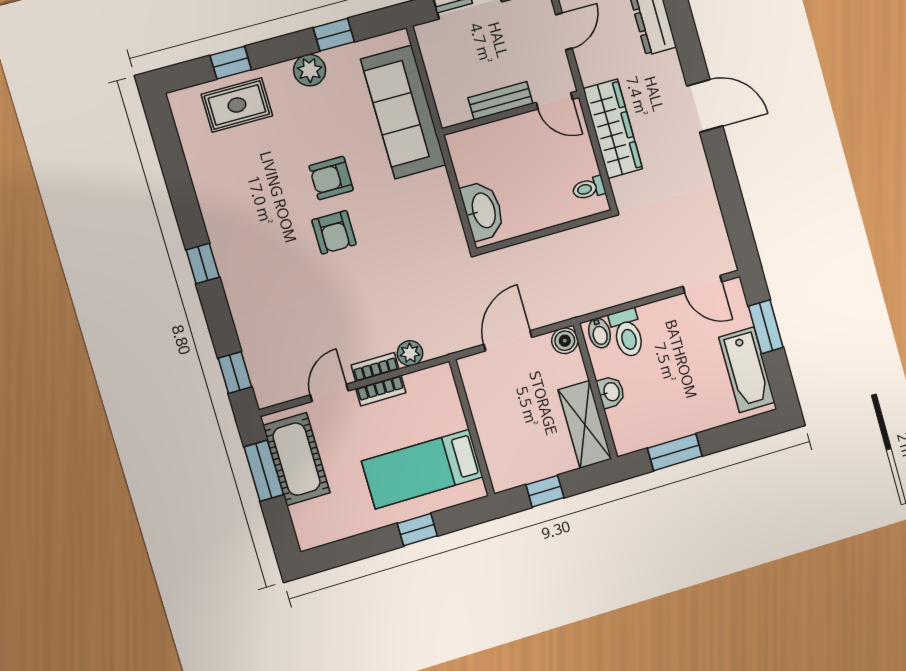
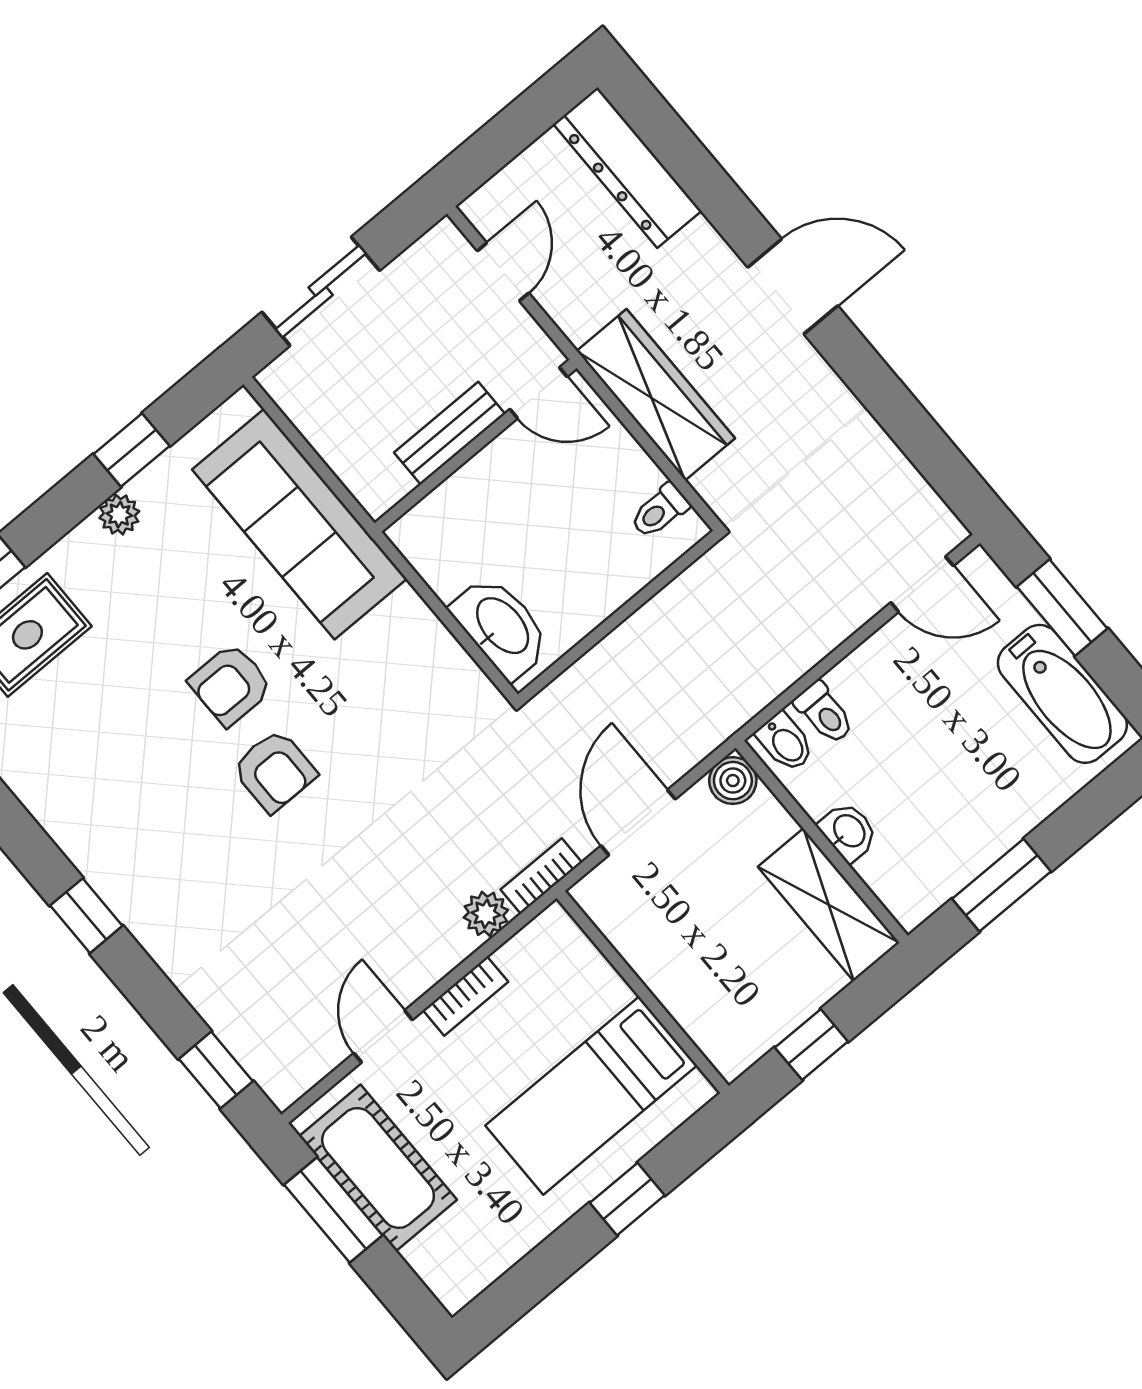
plant: (310, 70) -> (119, 515), width x0.73, depth x0.73
toilet: (627, 333) -> (824, 713), width x0.73, depth x0.72
bookcase: (375, 367) -> (541, 876), moved

